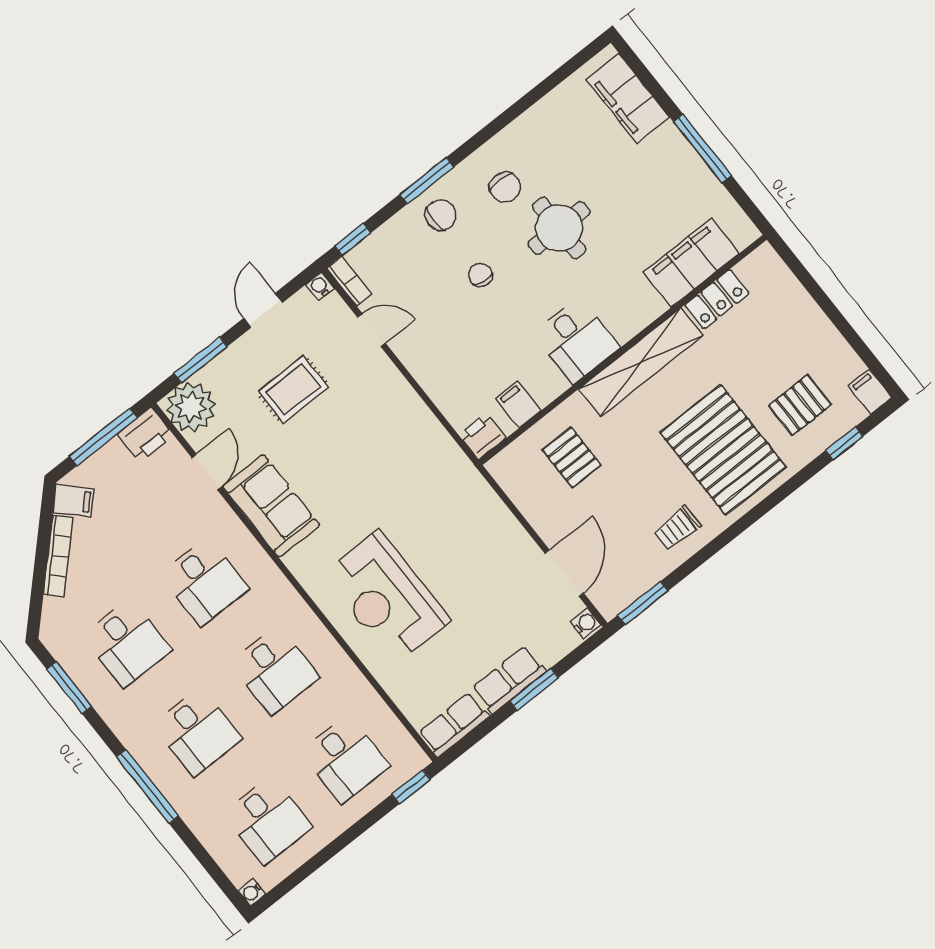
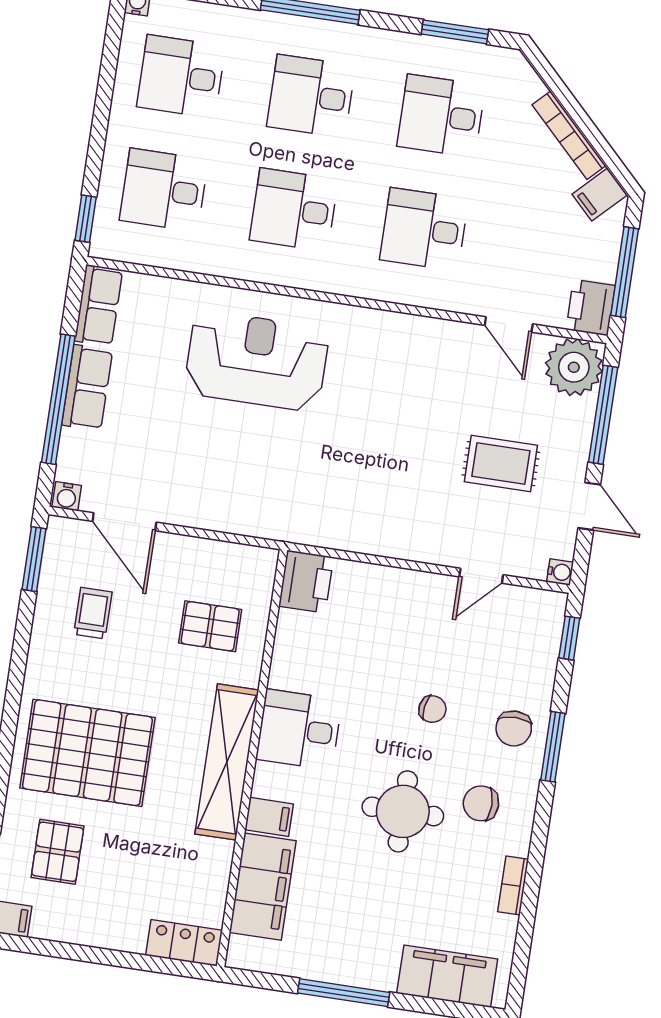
bookcase: (349, 281) -> (513, 885), moved, turned 90
locker: (717, 299) -> (184, 943), moved, turned 90
window: (200, 360) -> (603, 415), width x1.44
rug: (293, 389) -> (501, 463), turned 90
filing cabinet: (518, 405) -> (269, 817), moved
printer: (482, 436) -> (306, 582), width x1.36, depth x1.24
sofa: (271, 506) -> (427, 347), removed
trolley: (677, 528) -> (93, 613), moved
window: (534, 689) -> (58, 399), width x2.11

